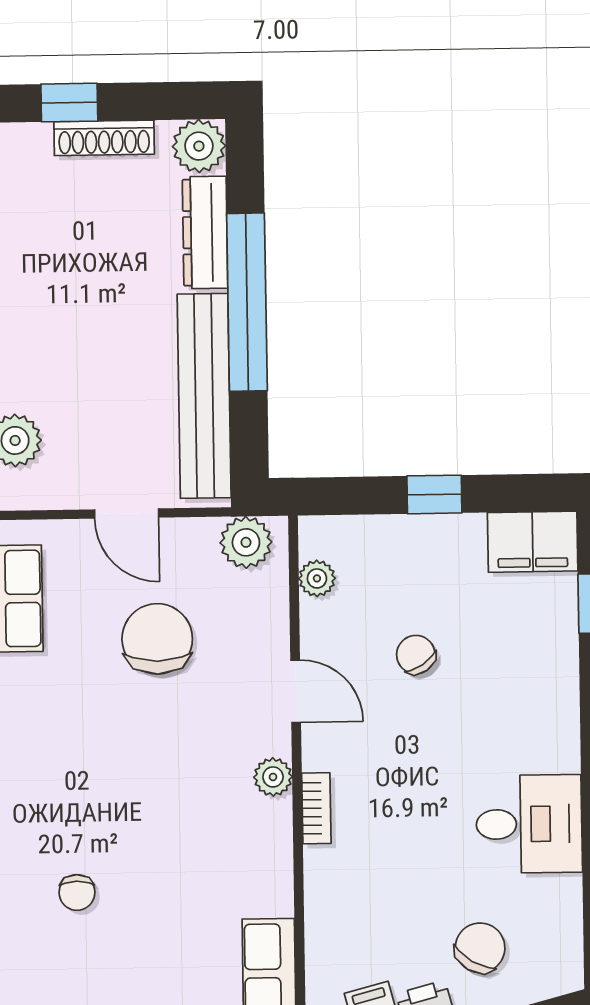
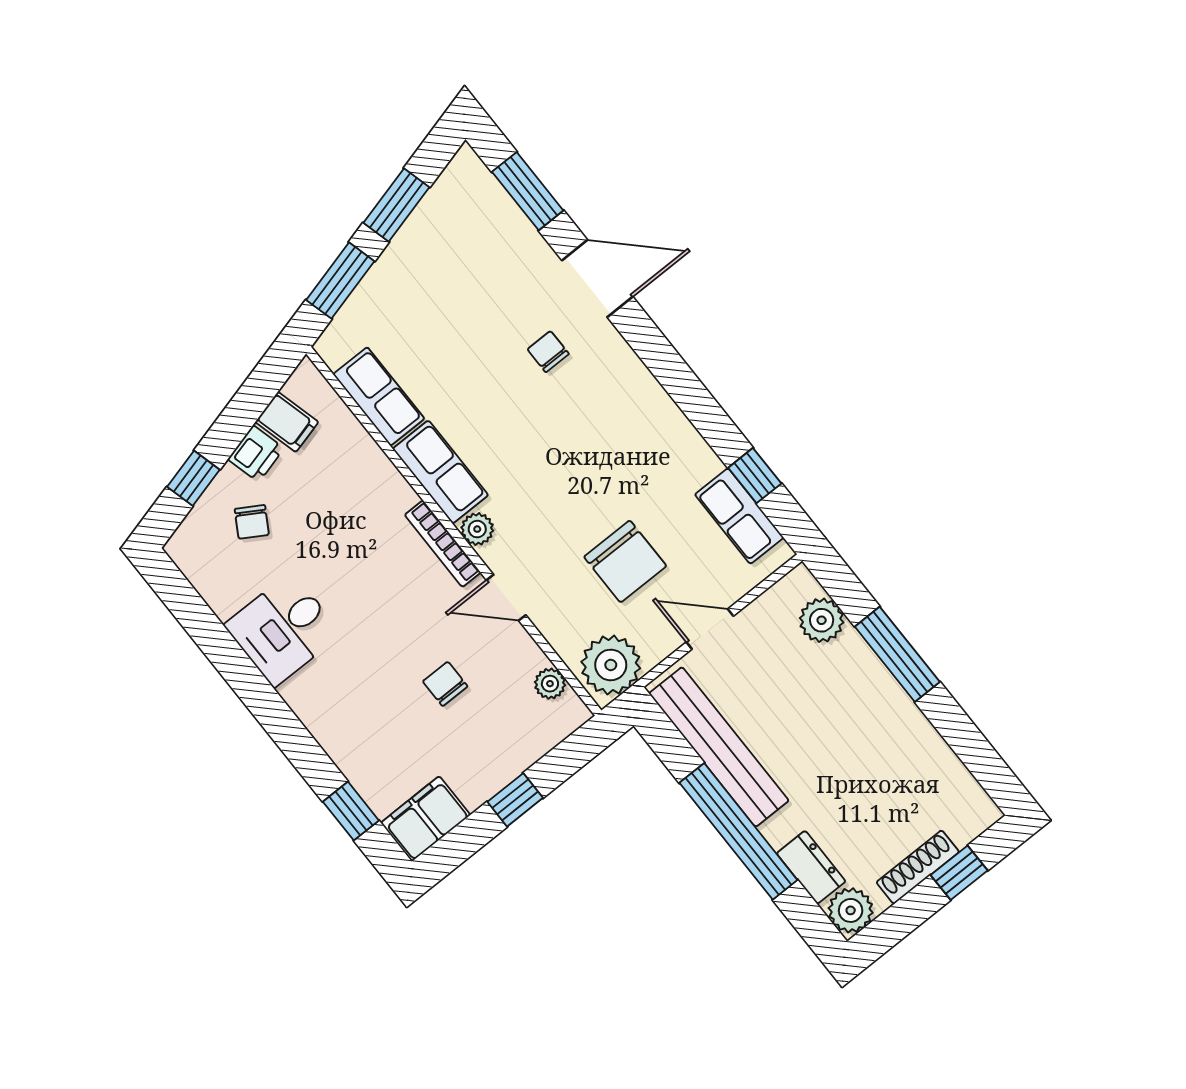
dresser: (205, 232) -> (811, 867), width x0.70
plant: (246, 542) -> (611, 665), width x1.36, depth x1.36
chair: (416, 655) -> (445, 684), turned -146
bookcase: (316, 808) -> (443, 544), width x1.56
row of seats: (266, 858) -> (440, 472), added
chair: (480, 948) -> (252, 522), width x0.73, depth x0.73

